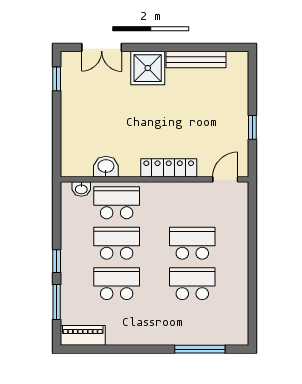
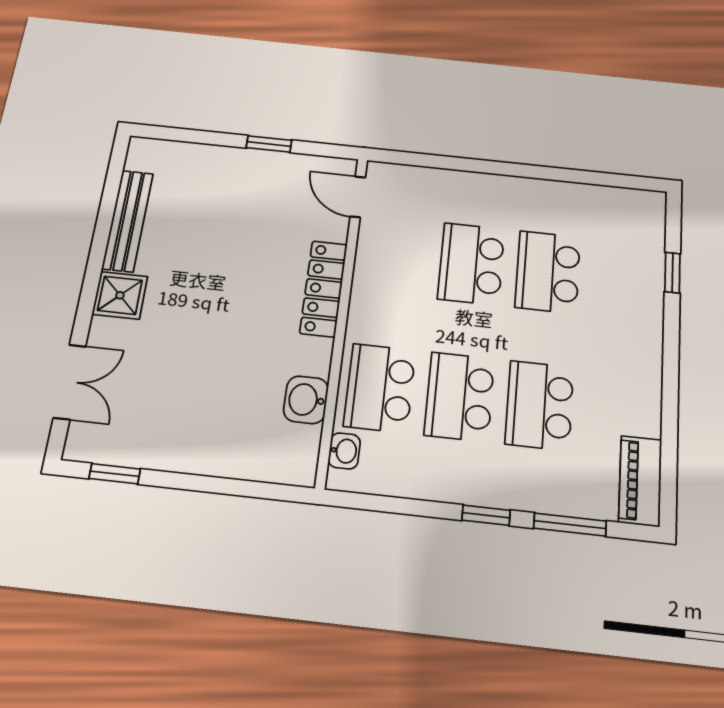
shower: (148, 68) -> (120, 295), width x0.73, depth x0.73
window: (200, 349) -> (672, 273), width x0.46

